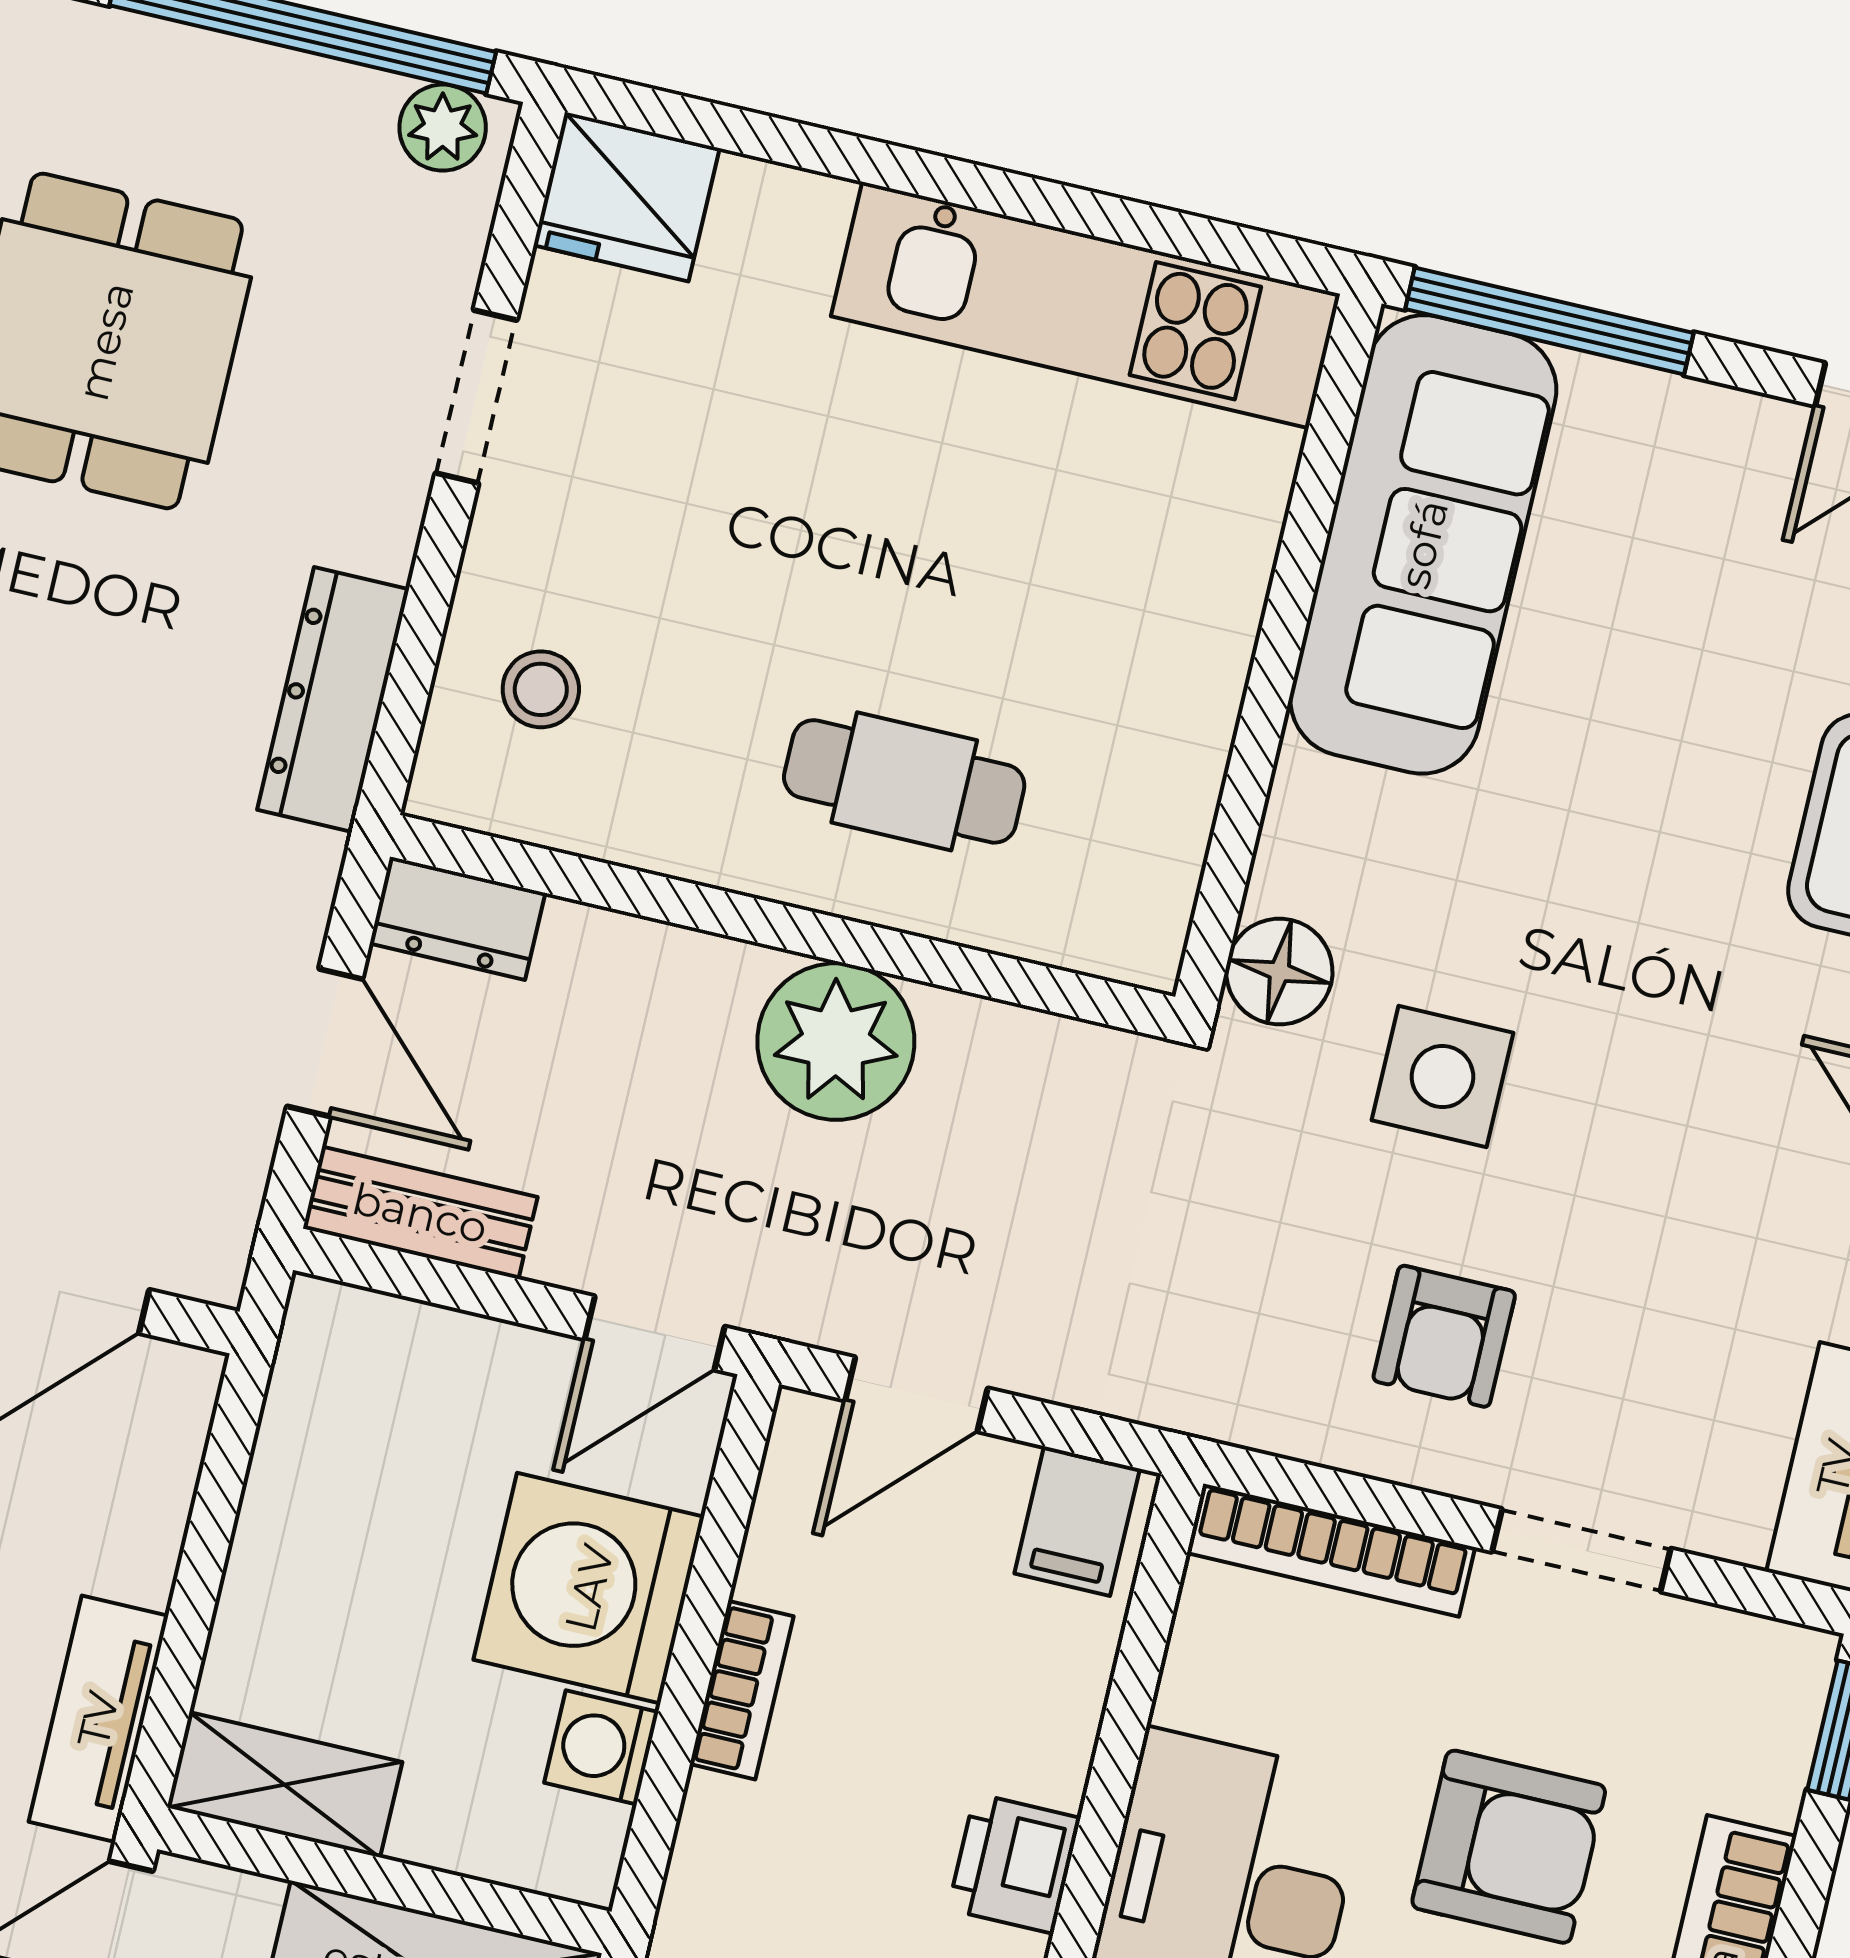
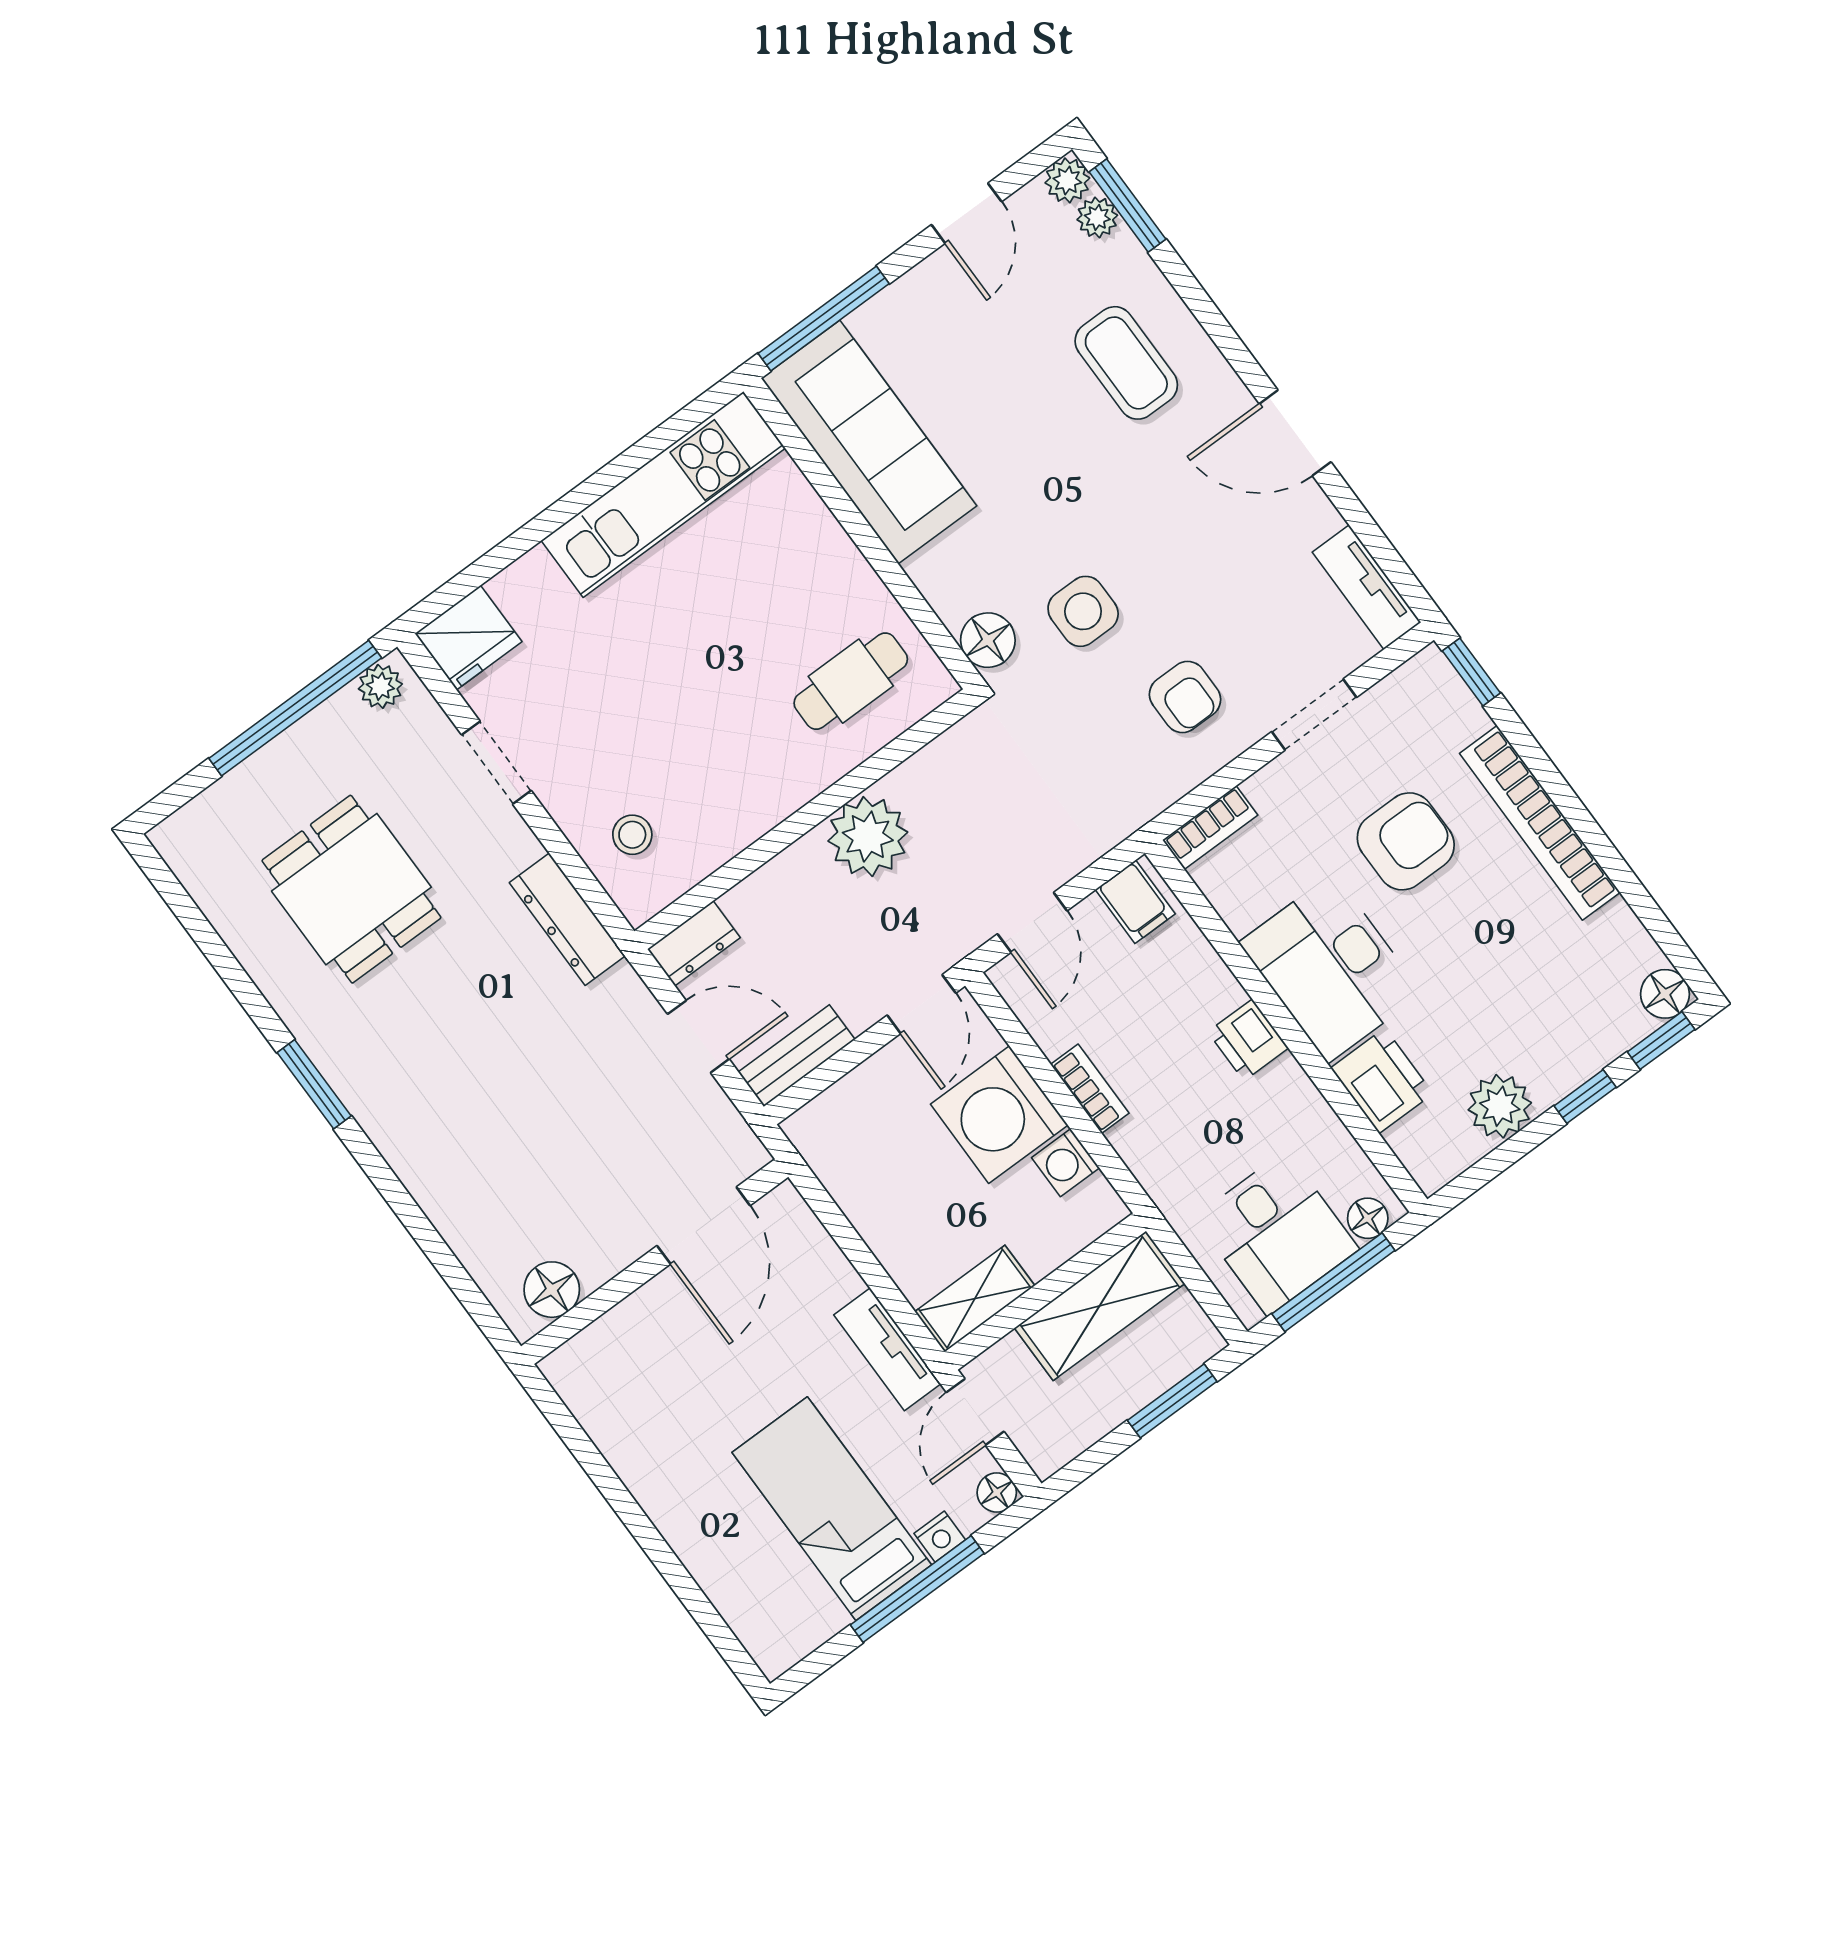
cafe table: (904, 781) -> (851, 681), moved
bookcase: (1331, 1550) -> (1210, 828), width x0.64

